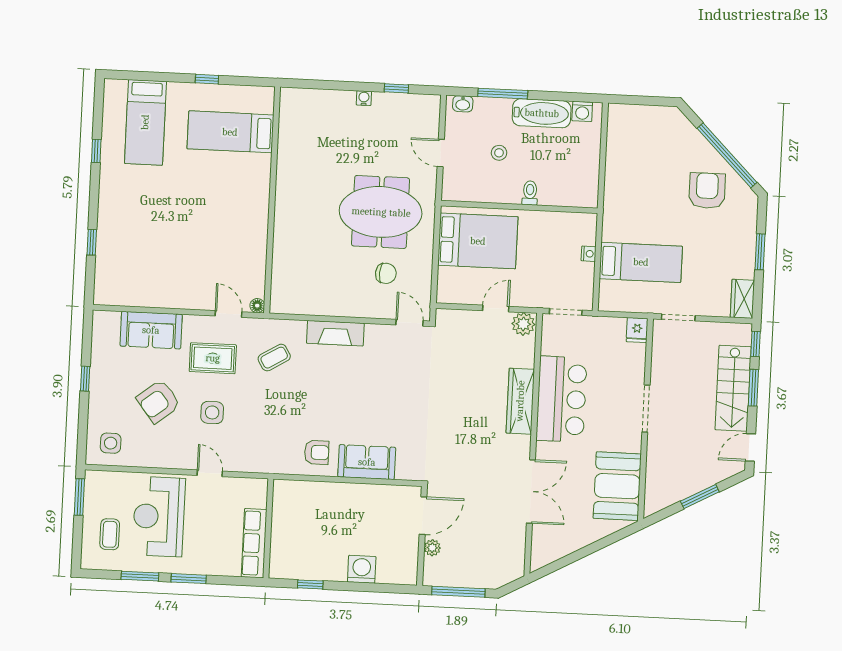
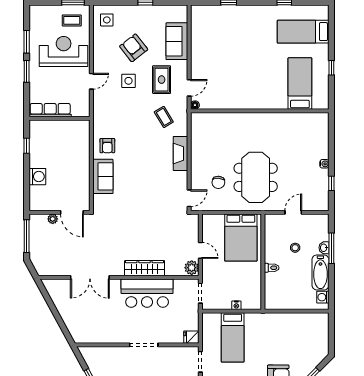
washbasin: (463, 104) -> (324, 248), moved
booth: (617, 486) -> (96, 330), removed
coffee table: (110, 534) -> (72, 20), moved

